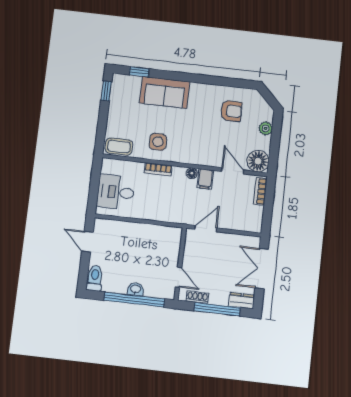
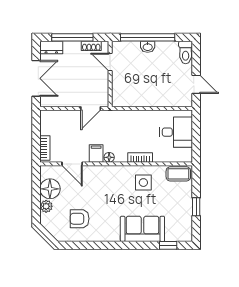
window: (106, 91) -> (196, 207), moved
floor lamp: (258, 161) -> (50, 189), moved

